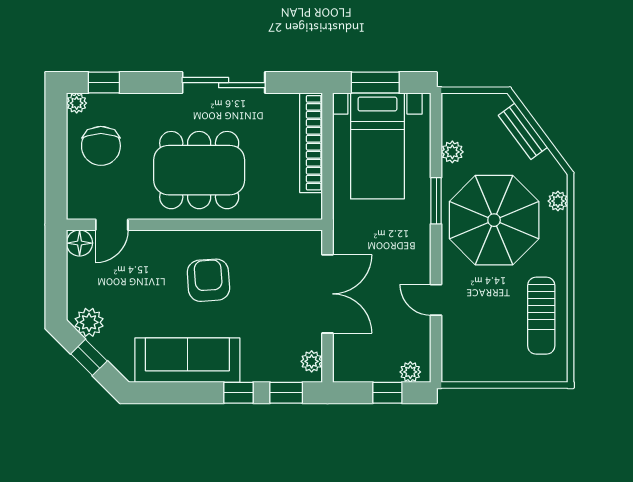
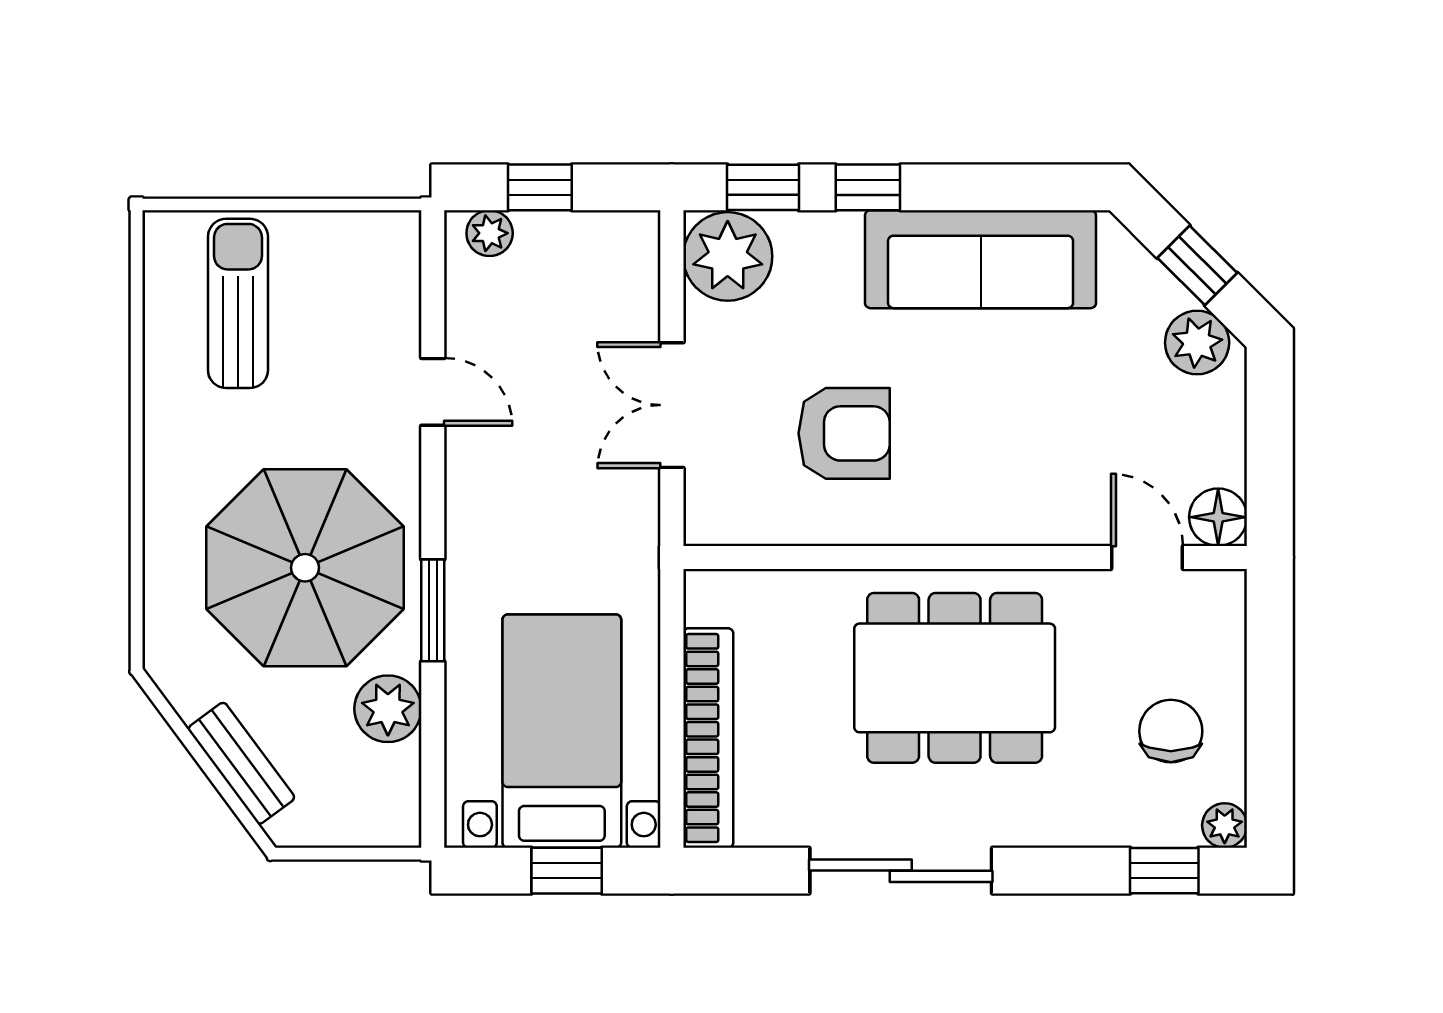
window: (375, 83) -> (567, 871), width x0.67
chair: (101, 146) -> (1171, 731), width x0.73, depth x0.73
plant: (452, 152) -> (388, 709), width x1.38, depth x1.38
plant: (558, 201) -> (164, 610), removed
door: (112, 225) -> (1147, 557), hinge flipped
armchair: (208, 280) -> (844, 433), moved, turned -86
double door: (327, 294) -> (672, 405), width x0.73
sun lounger: (541, 316) -> (238, 303), moved
plant: (312, 361) -> (728, 256), width x1.88, depth x1.88

